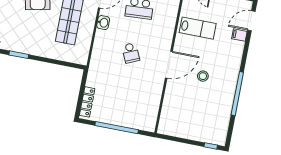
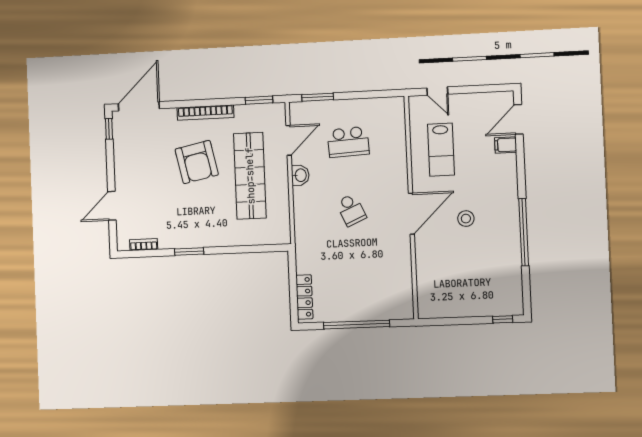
lab bench: (198, 28) -> (441, 150), turned 90

